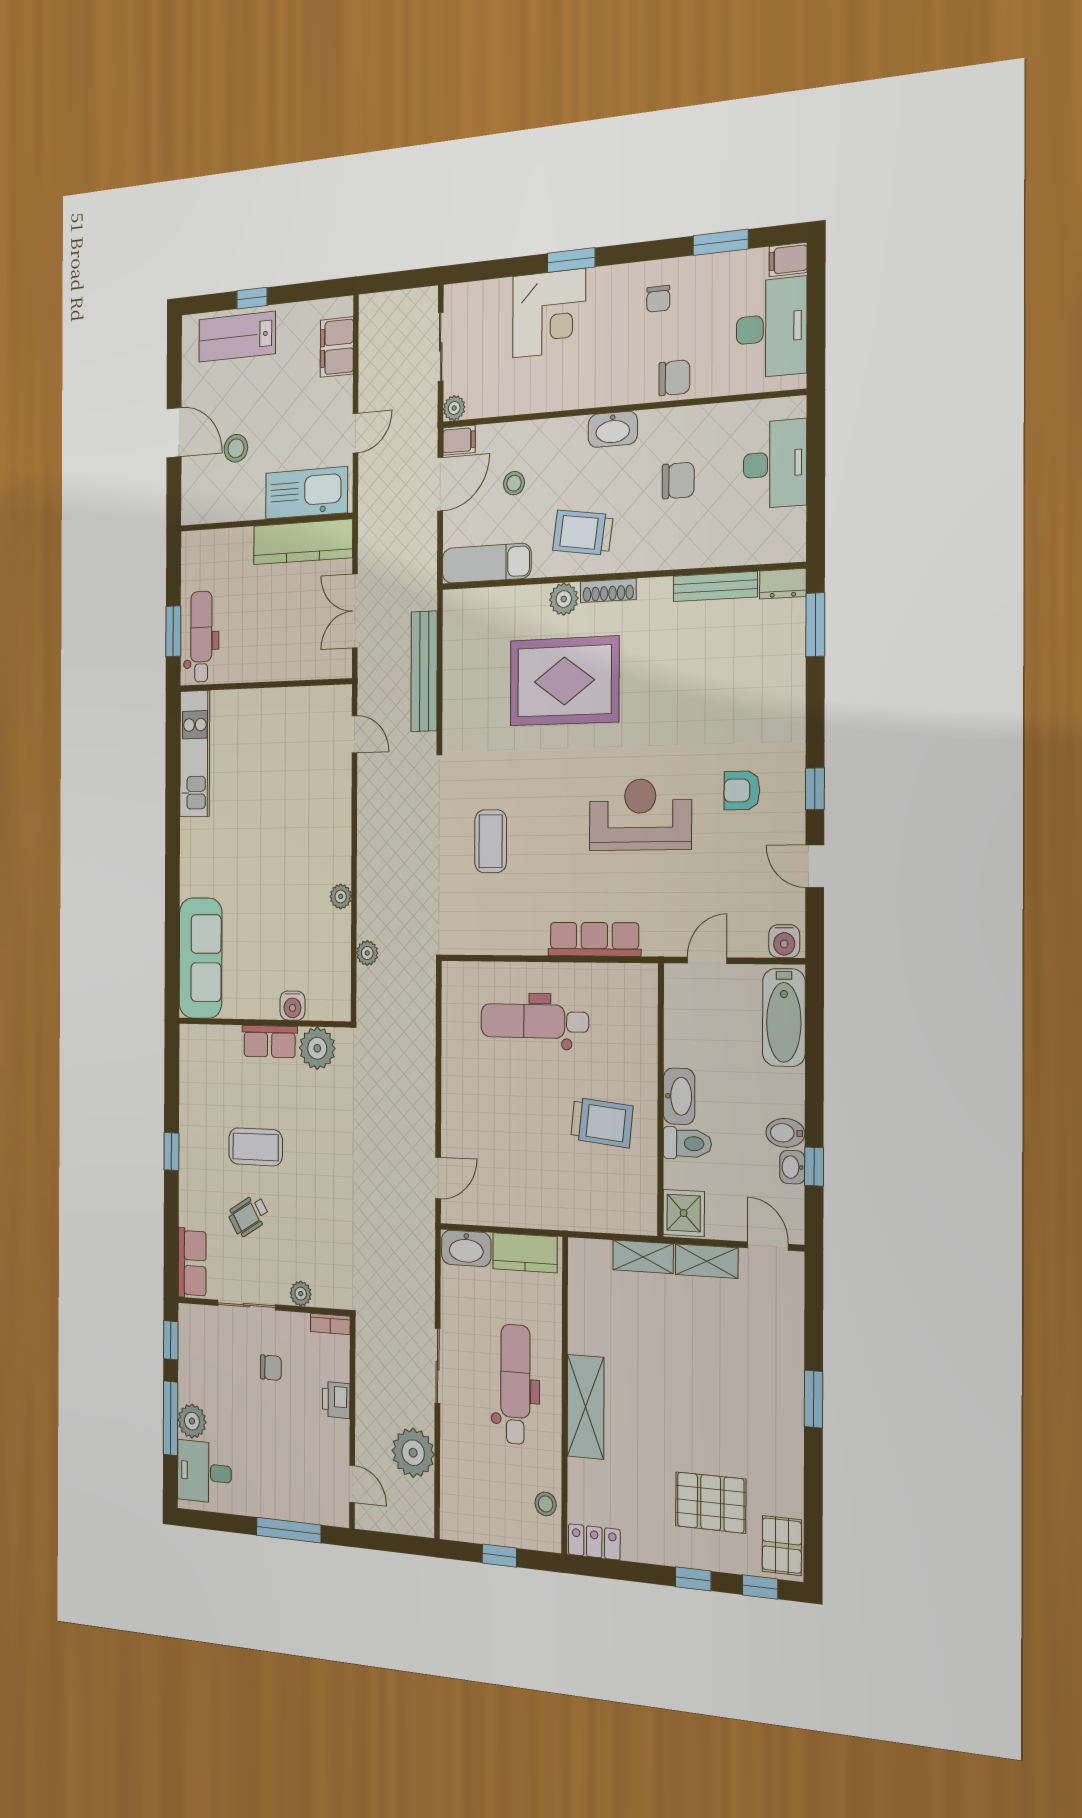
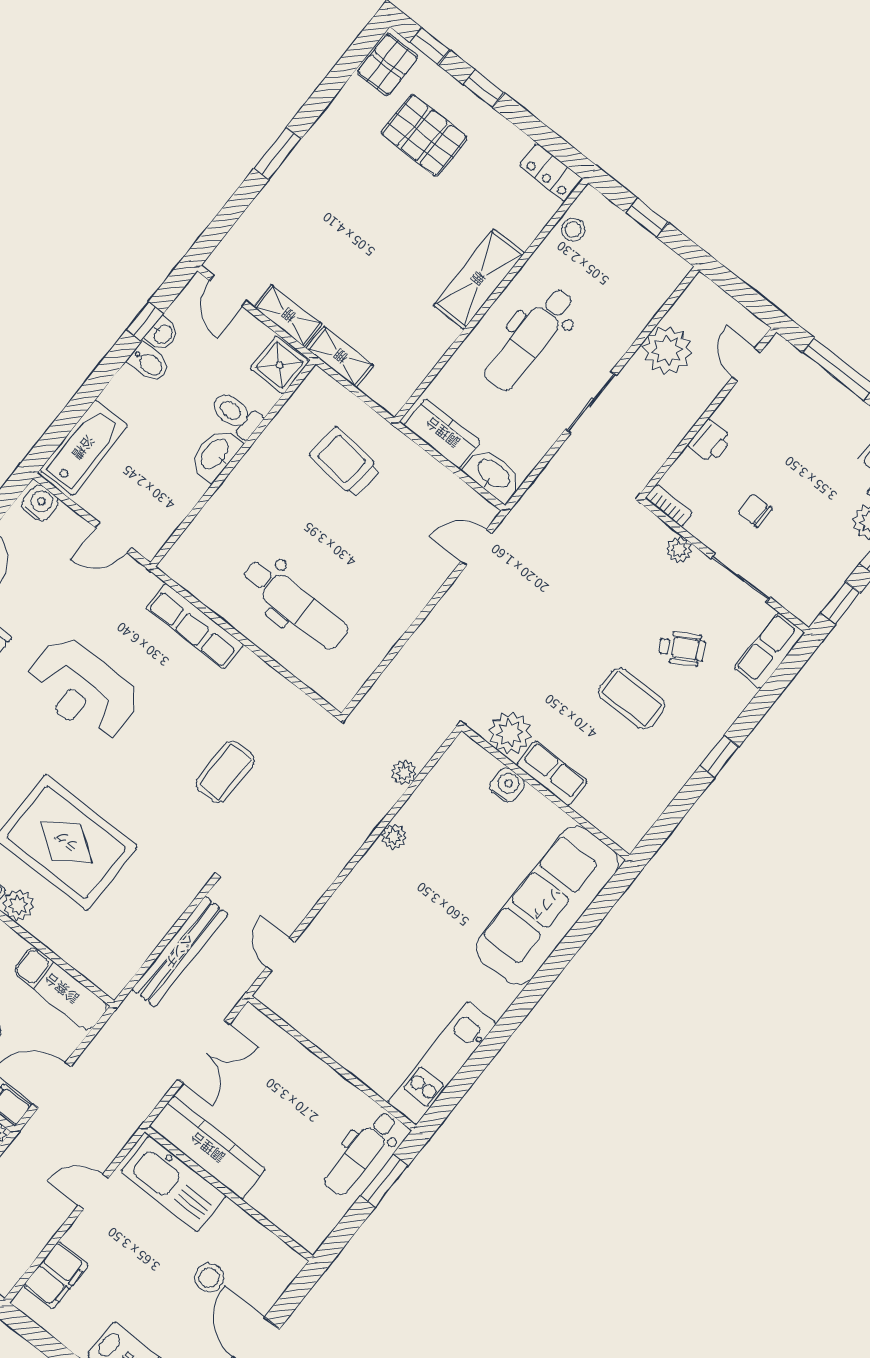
sofa: (201, 958) -> (547, 905), width x1.36, depth x1.27
trolley: (602, 1123) -> (345, 462), moved

